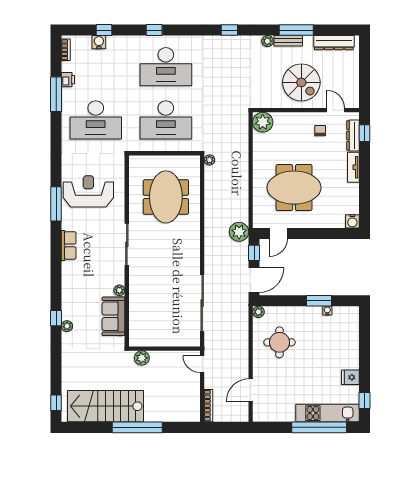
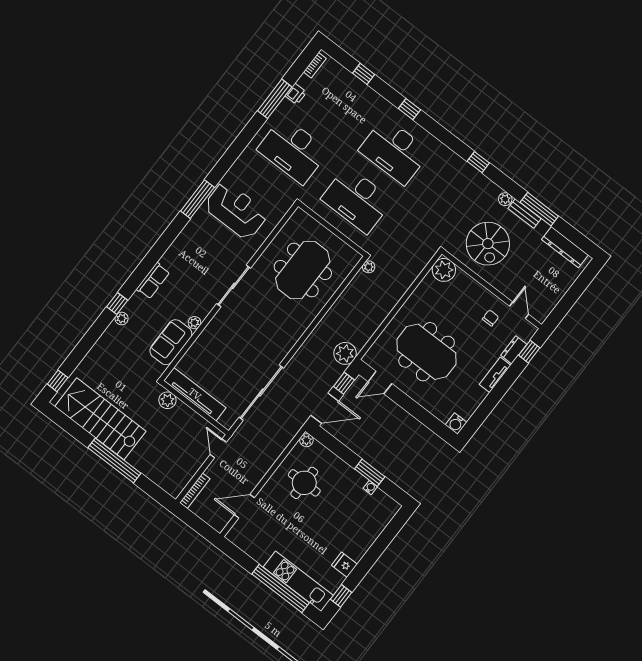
water cooler: (99, 42) -> (350, 81), removed
spiral stairs: (301, 82) -> (488, 244), moved
dresser: (353, 135) -> (514, 350), width x0.70
row of seats: (69, 245) -> (153, 281), moved
tv unit: (157, 339) -> (195, 394), added

